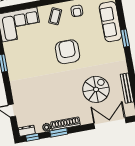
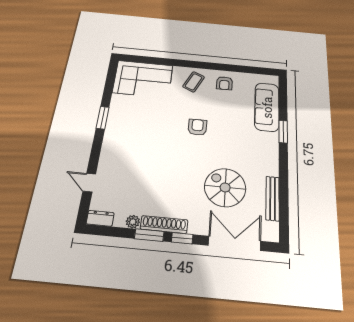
armchair: (68, 52) -> (197, 127), width x0.53, depth x0.53
spiral stairs: (96, 89) -> (225, 187), turned -90
window: (32, 137) -> (182, 238), moved

